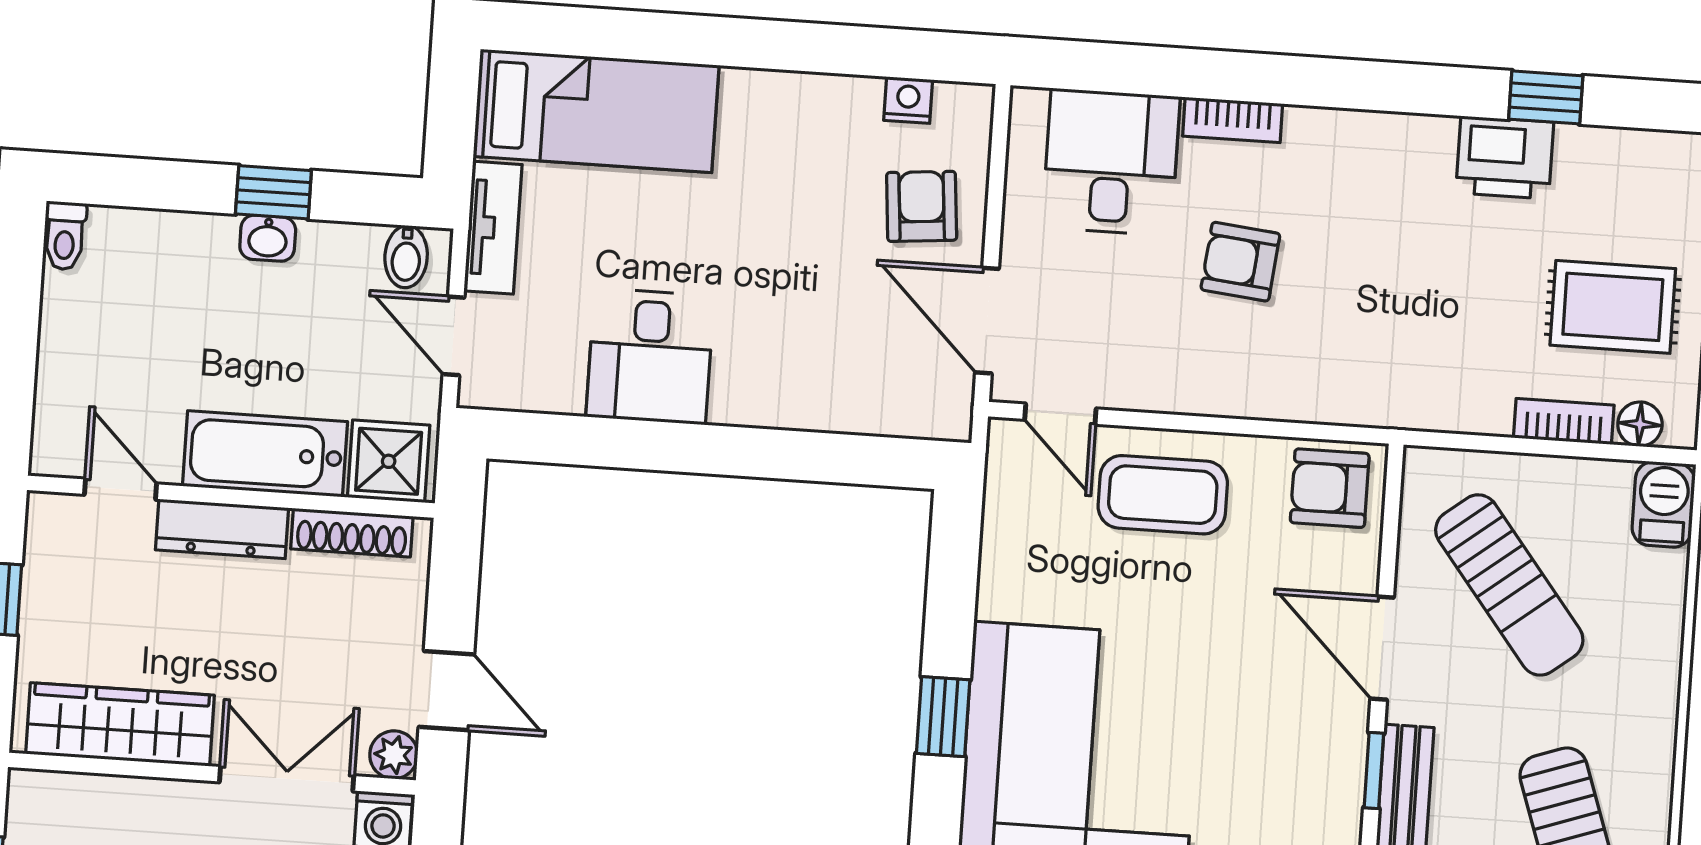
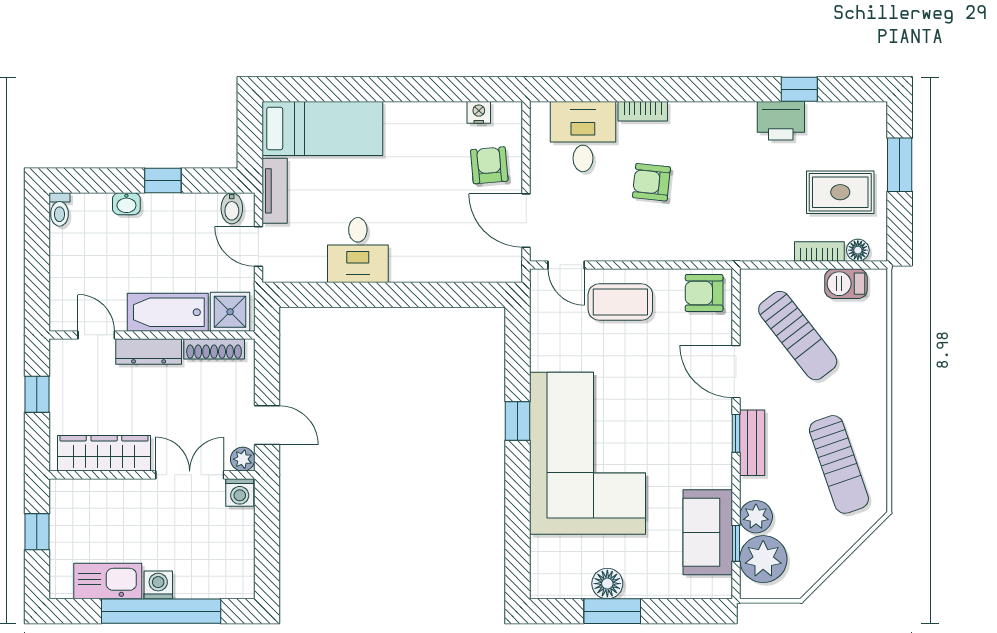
washbasin: (268, 238) -> (126, 204), moved
barbecue: (1663, 504) -> (846, 284), moved, turned -90

